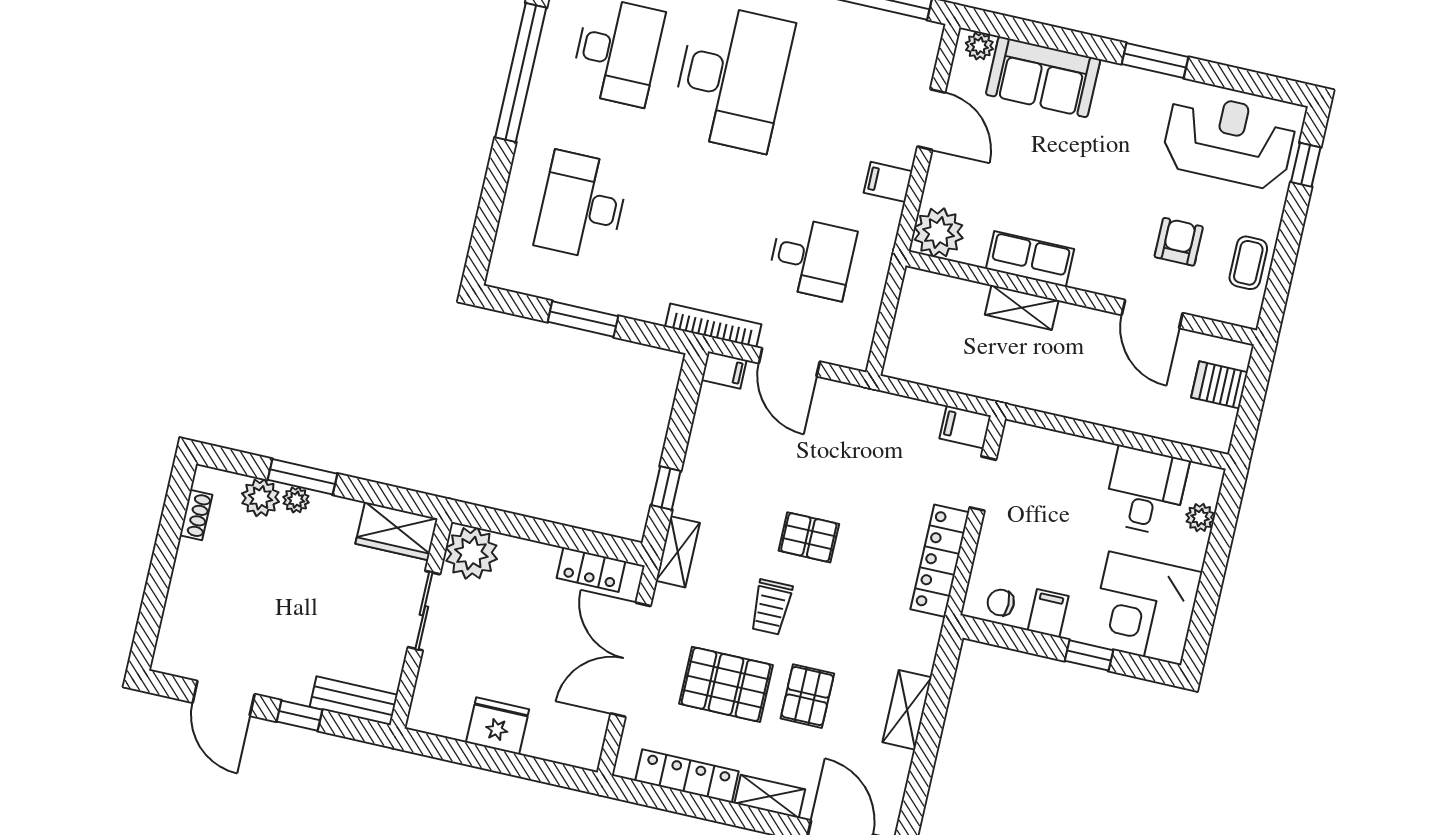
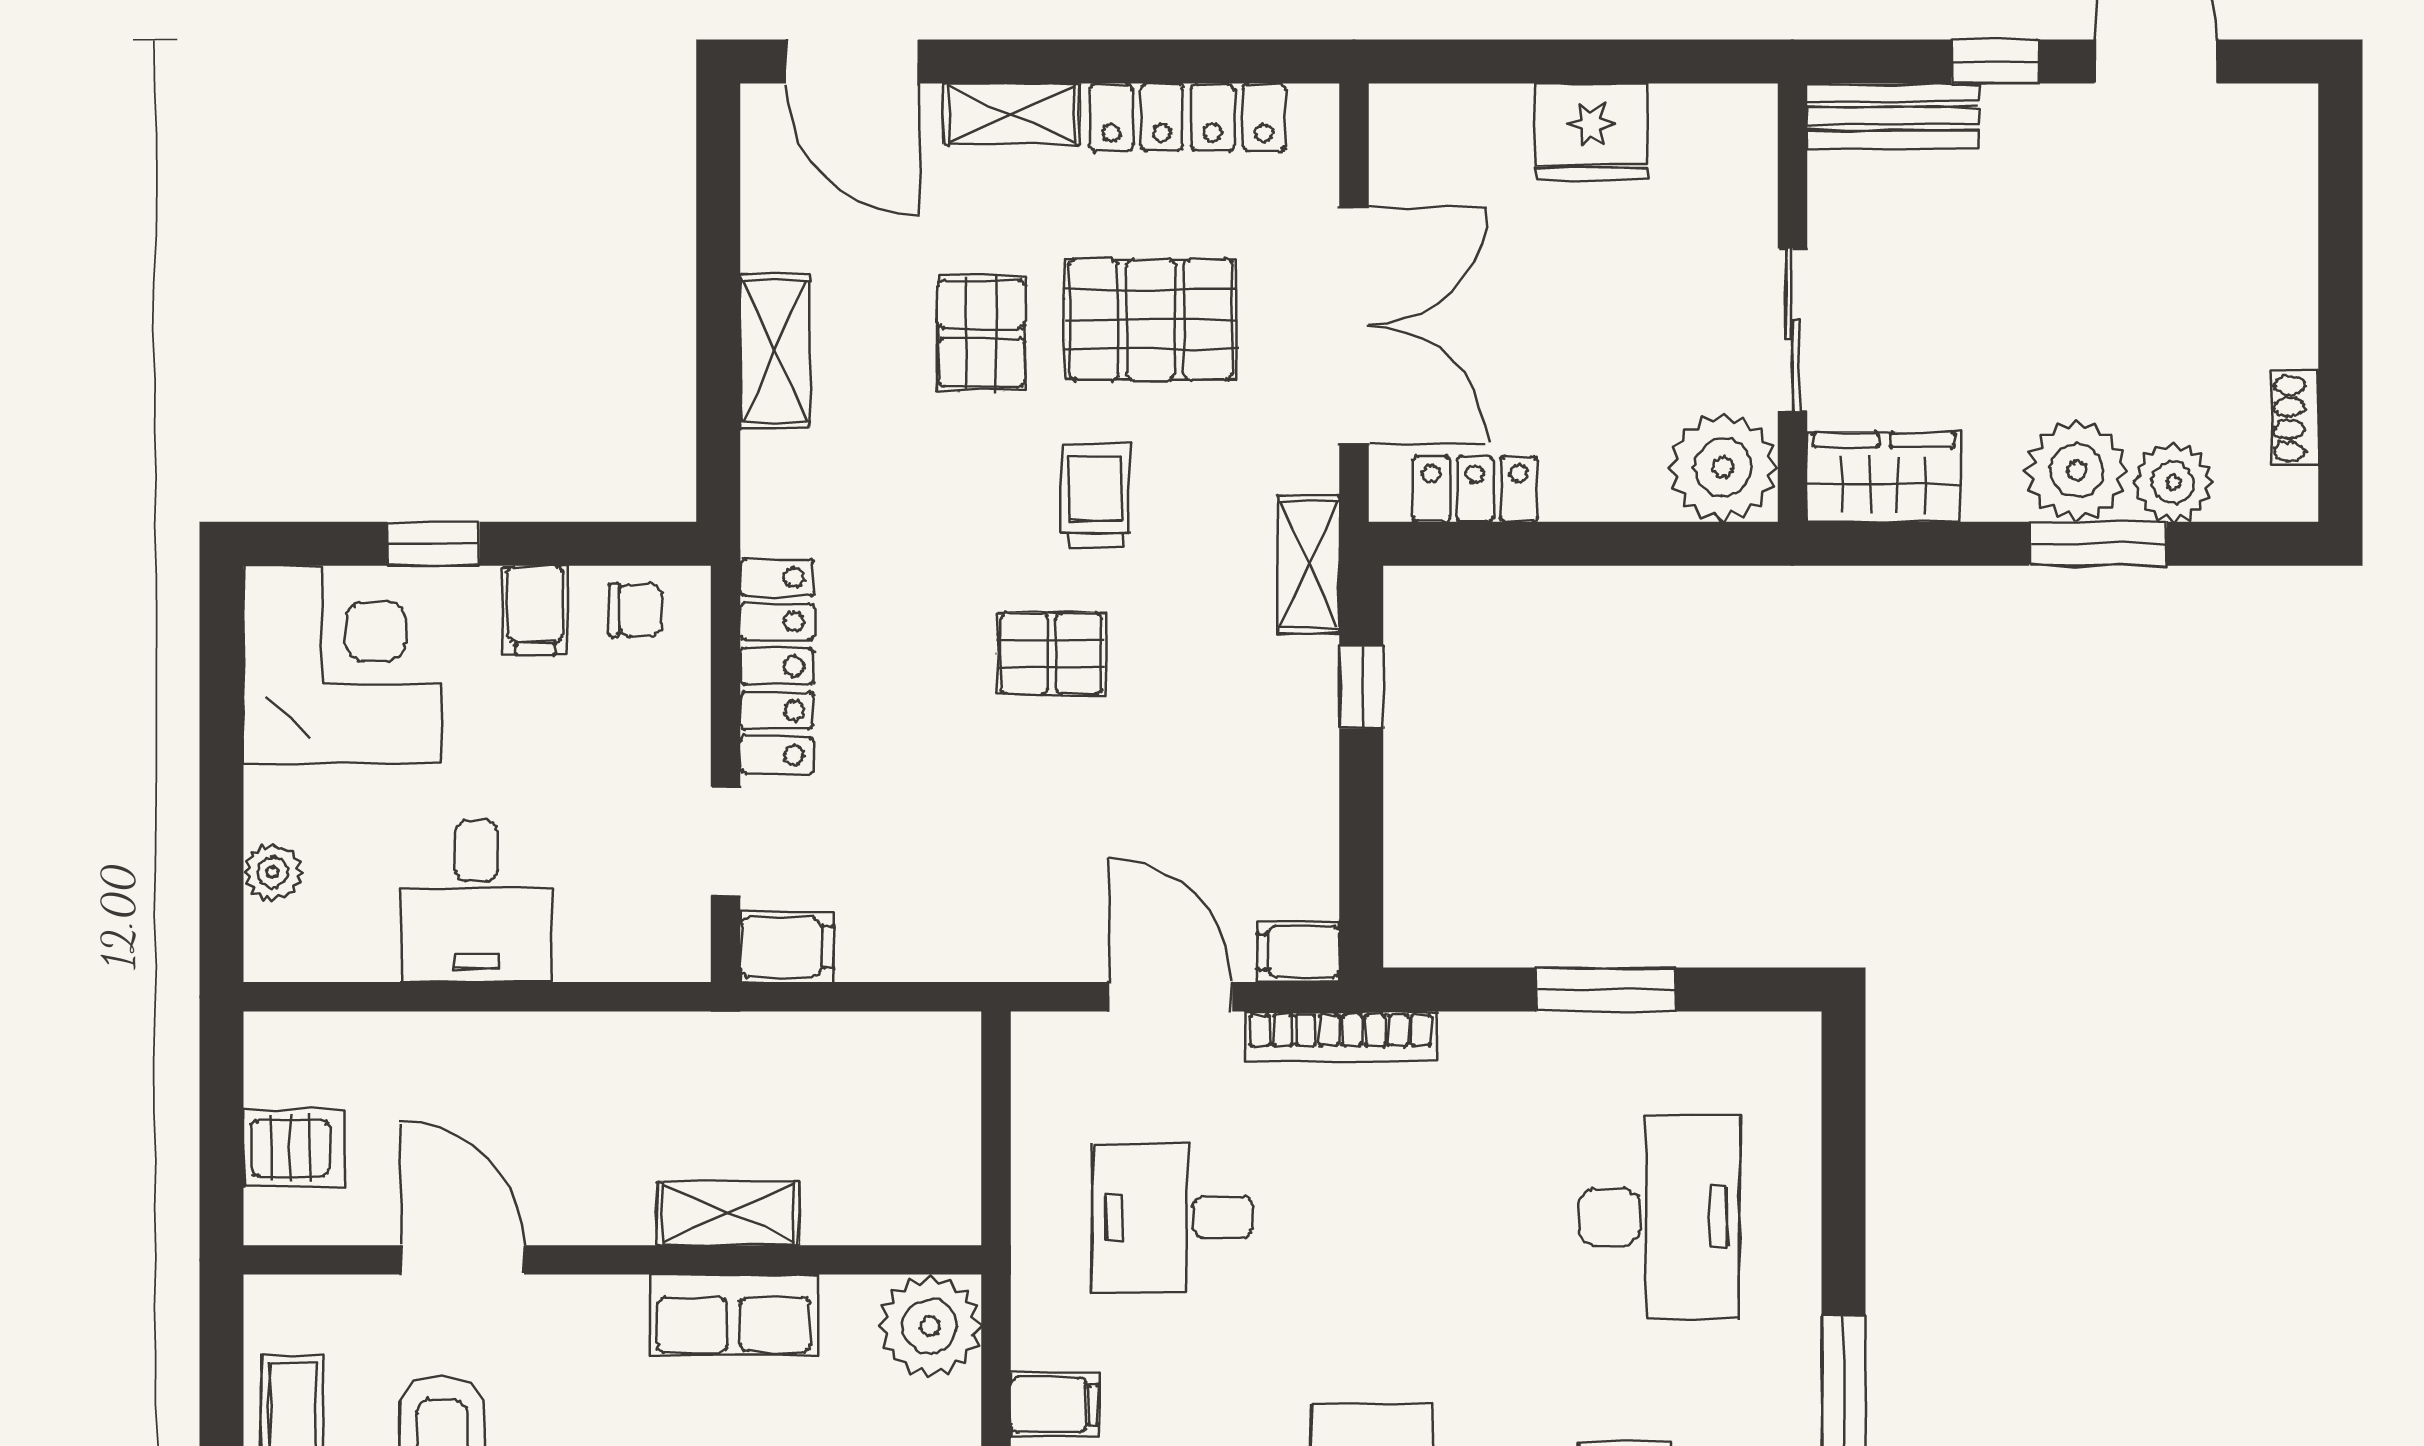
desk: (1146, 491) -> (477, 901), moved
plant: (296, 500) -> (2077, 471), width x1.88, depth x1.88

